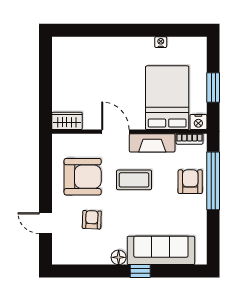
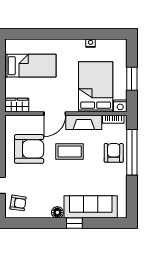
bed: (84, 71) -> (30, 66), added
door: (115, 132) -> (55, 114), swing flipped
armchair: (92, 220) -> (18, 203), moved, turned 96

